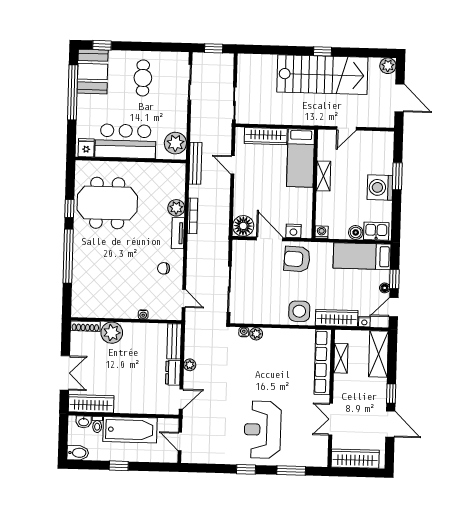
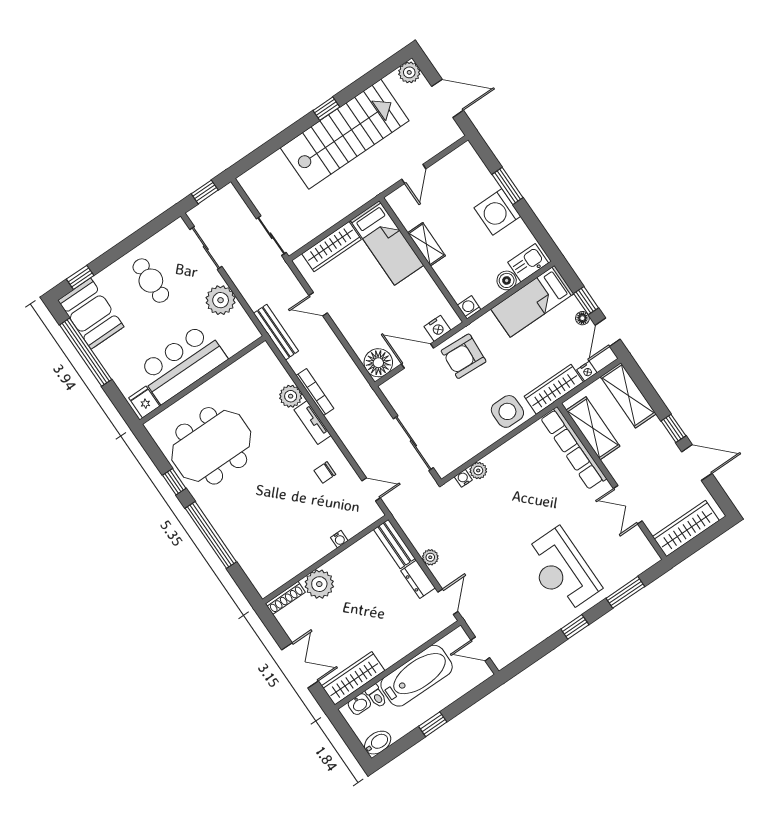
plant: (175, 143) -> (221, 300), moved
shelving: (341, 358) -> (593, 428), width x1.50, depth x1.33

